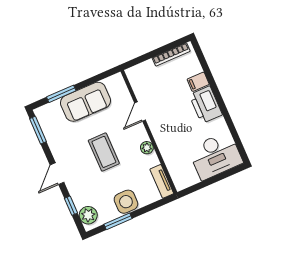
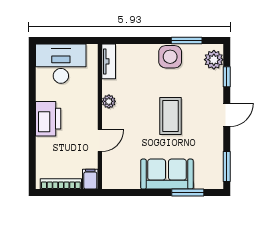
filing cabinet: (198, 82) -> (90, 179), moved, turned -90
door: (140, 112) -> (100, 141), moved
wall: (149, 132) -> (100, 117), moved
plant: (147, 148) -> (109, 101), moved
tv unit: (162, 181) -> (109, 61), moved

